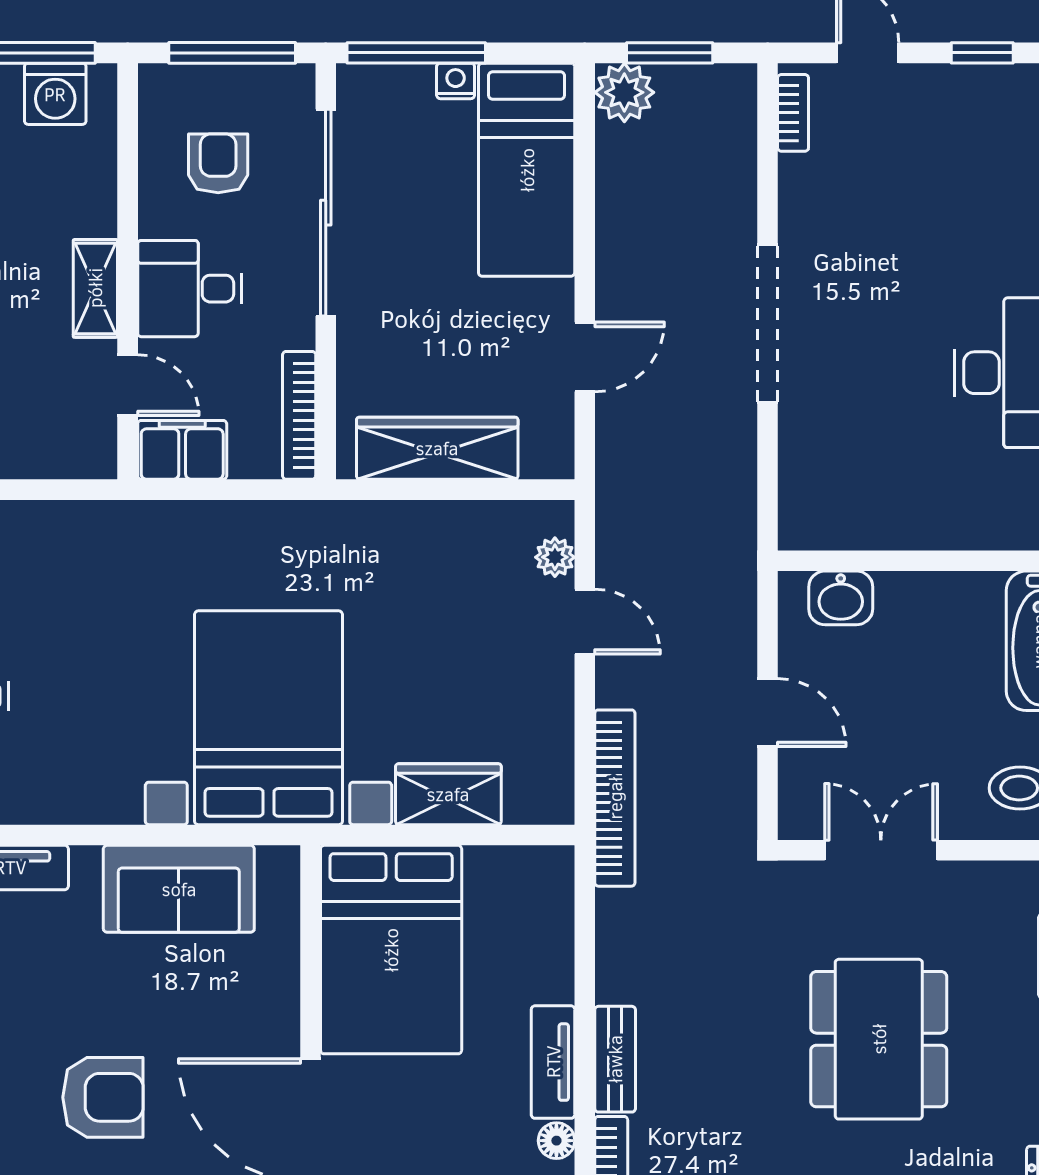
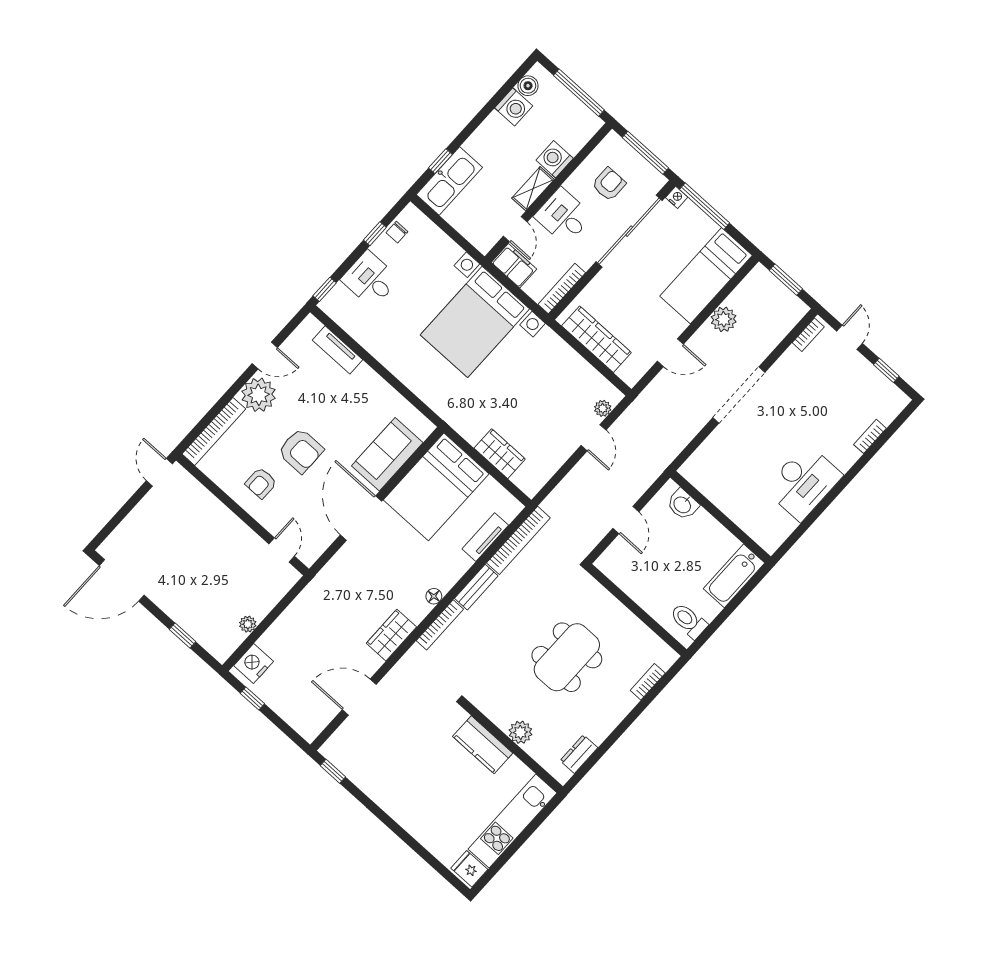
nightstand: (456, 81) -> (677, 197), moved
plant: (624, 92) -> (724, 319), moved
washing machine: (55, 94) -> (555, 159), moved, turned 90
bed with nightstands: (269, 718) -> (475, 322), moved, turned 180
bookcase: (615, 798) -> (518, 540), moved
double door: (881, 850) -> (622, 597), removed
sofa: (179, 889) -> (387, 454), moved, turned 90
tv unit: (553, 1062) -> (485, 537), moved

